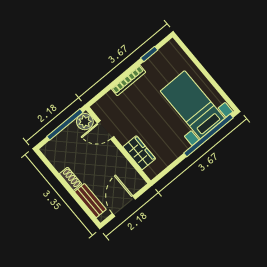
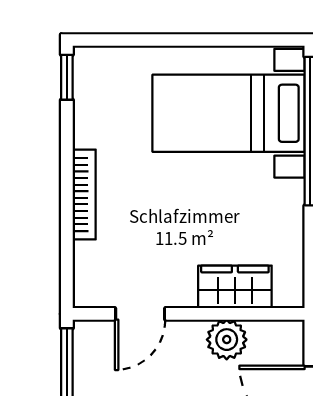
window: (149, 54) -> (67, 77), moved
plant: (85, 122) -> (227, 340), moved

